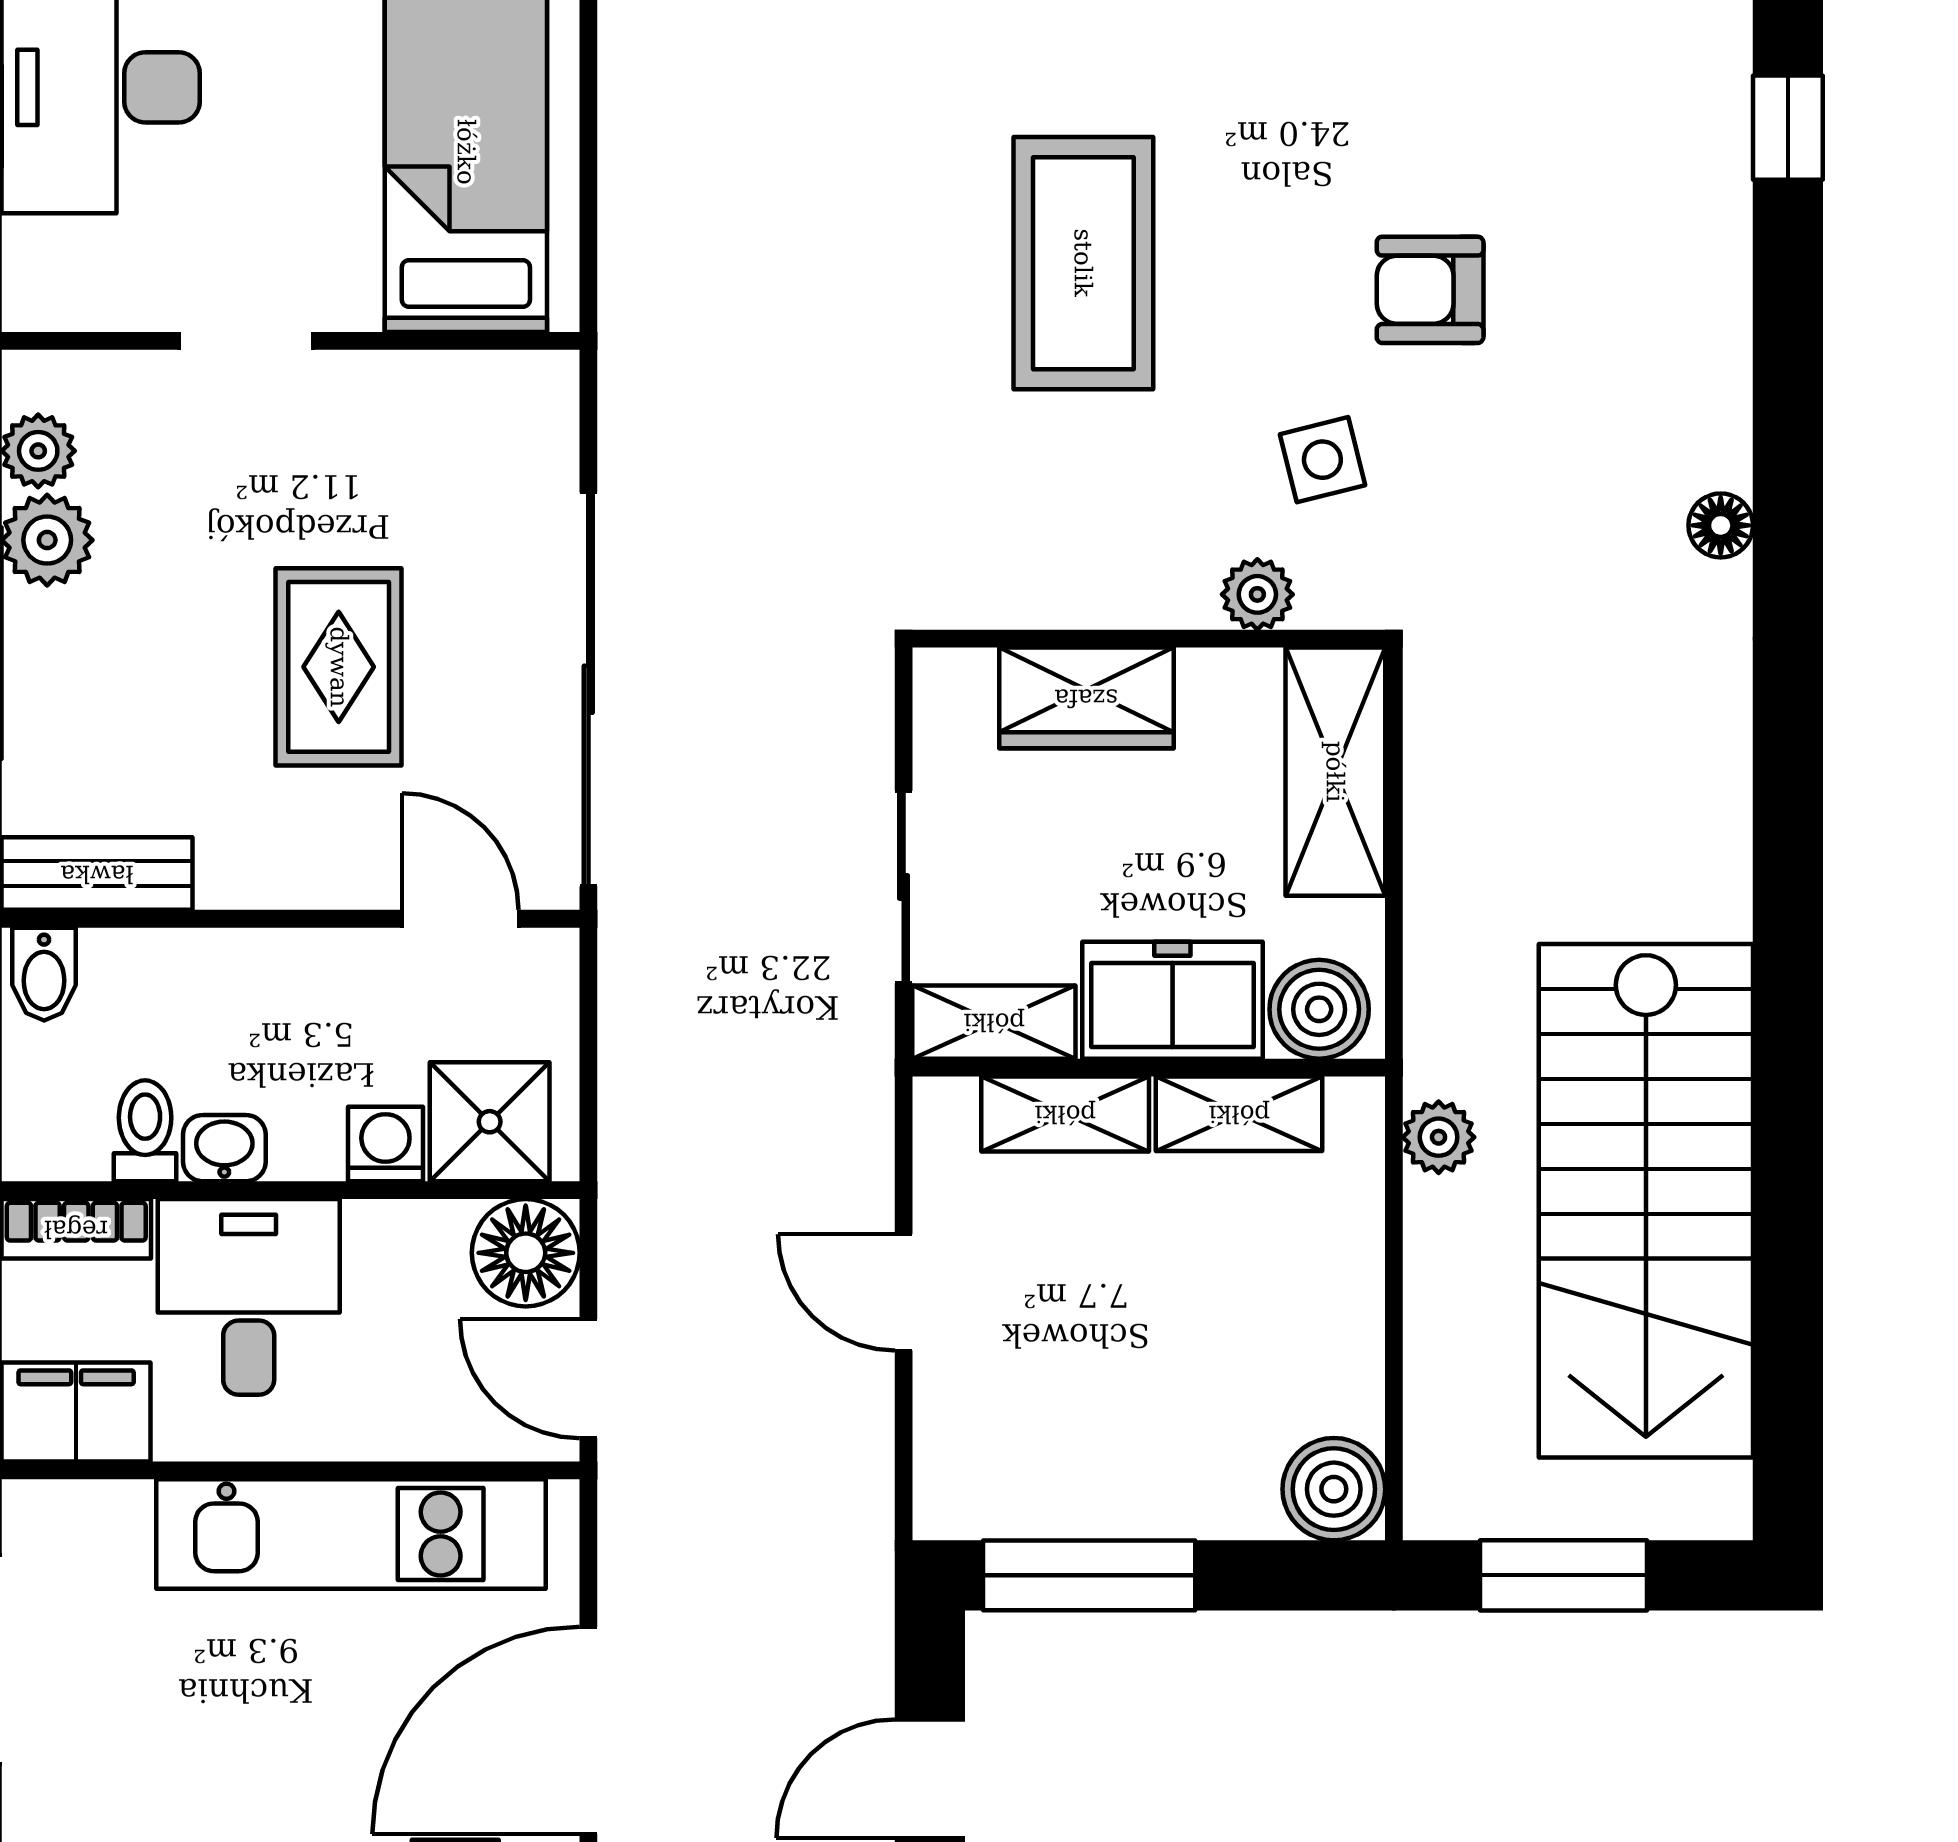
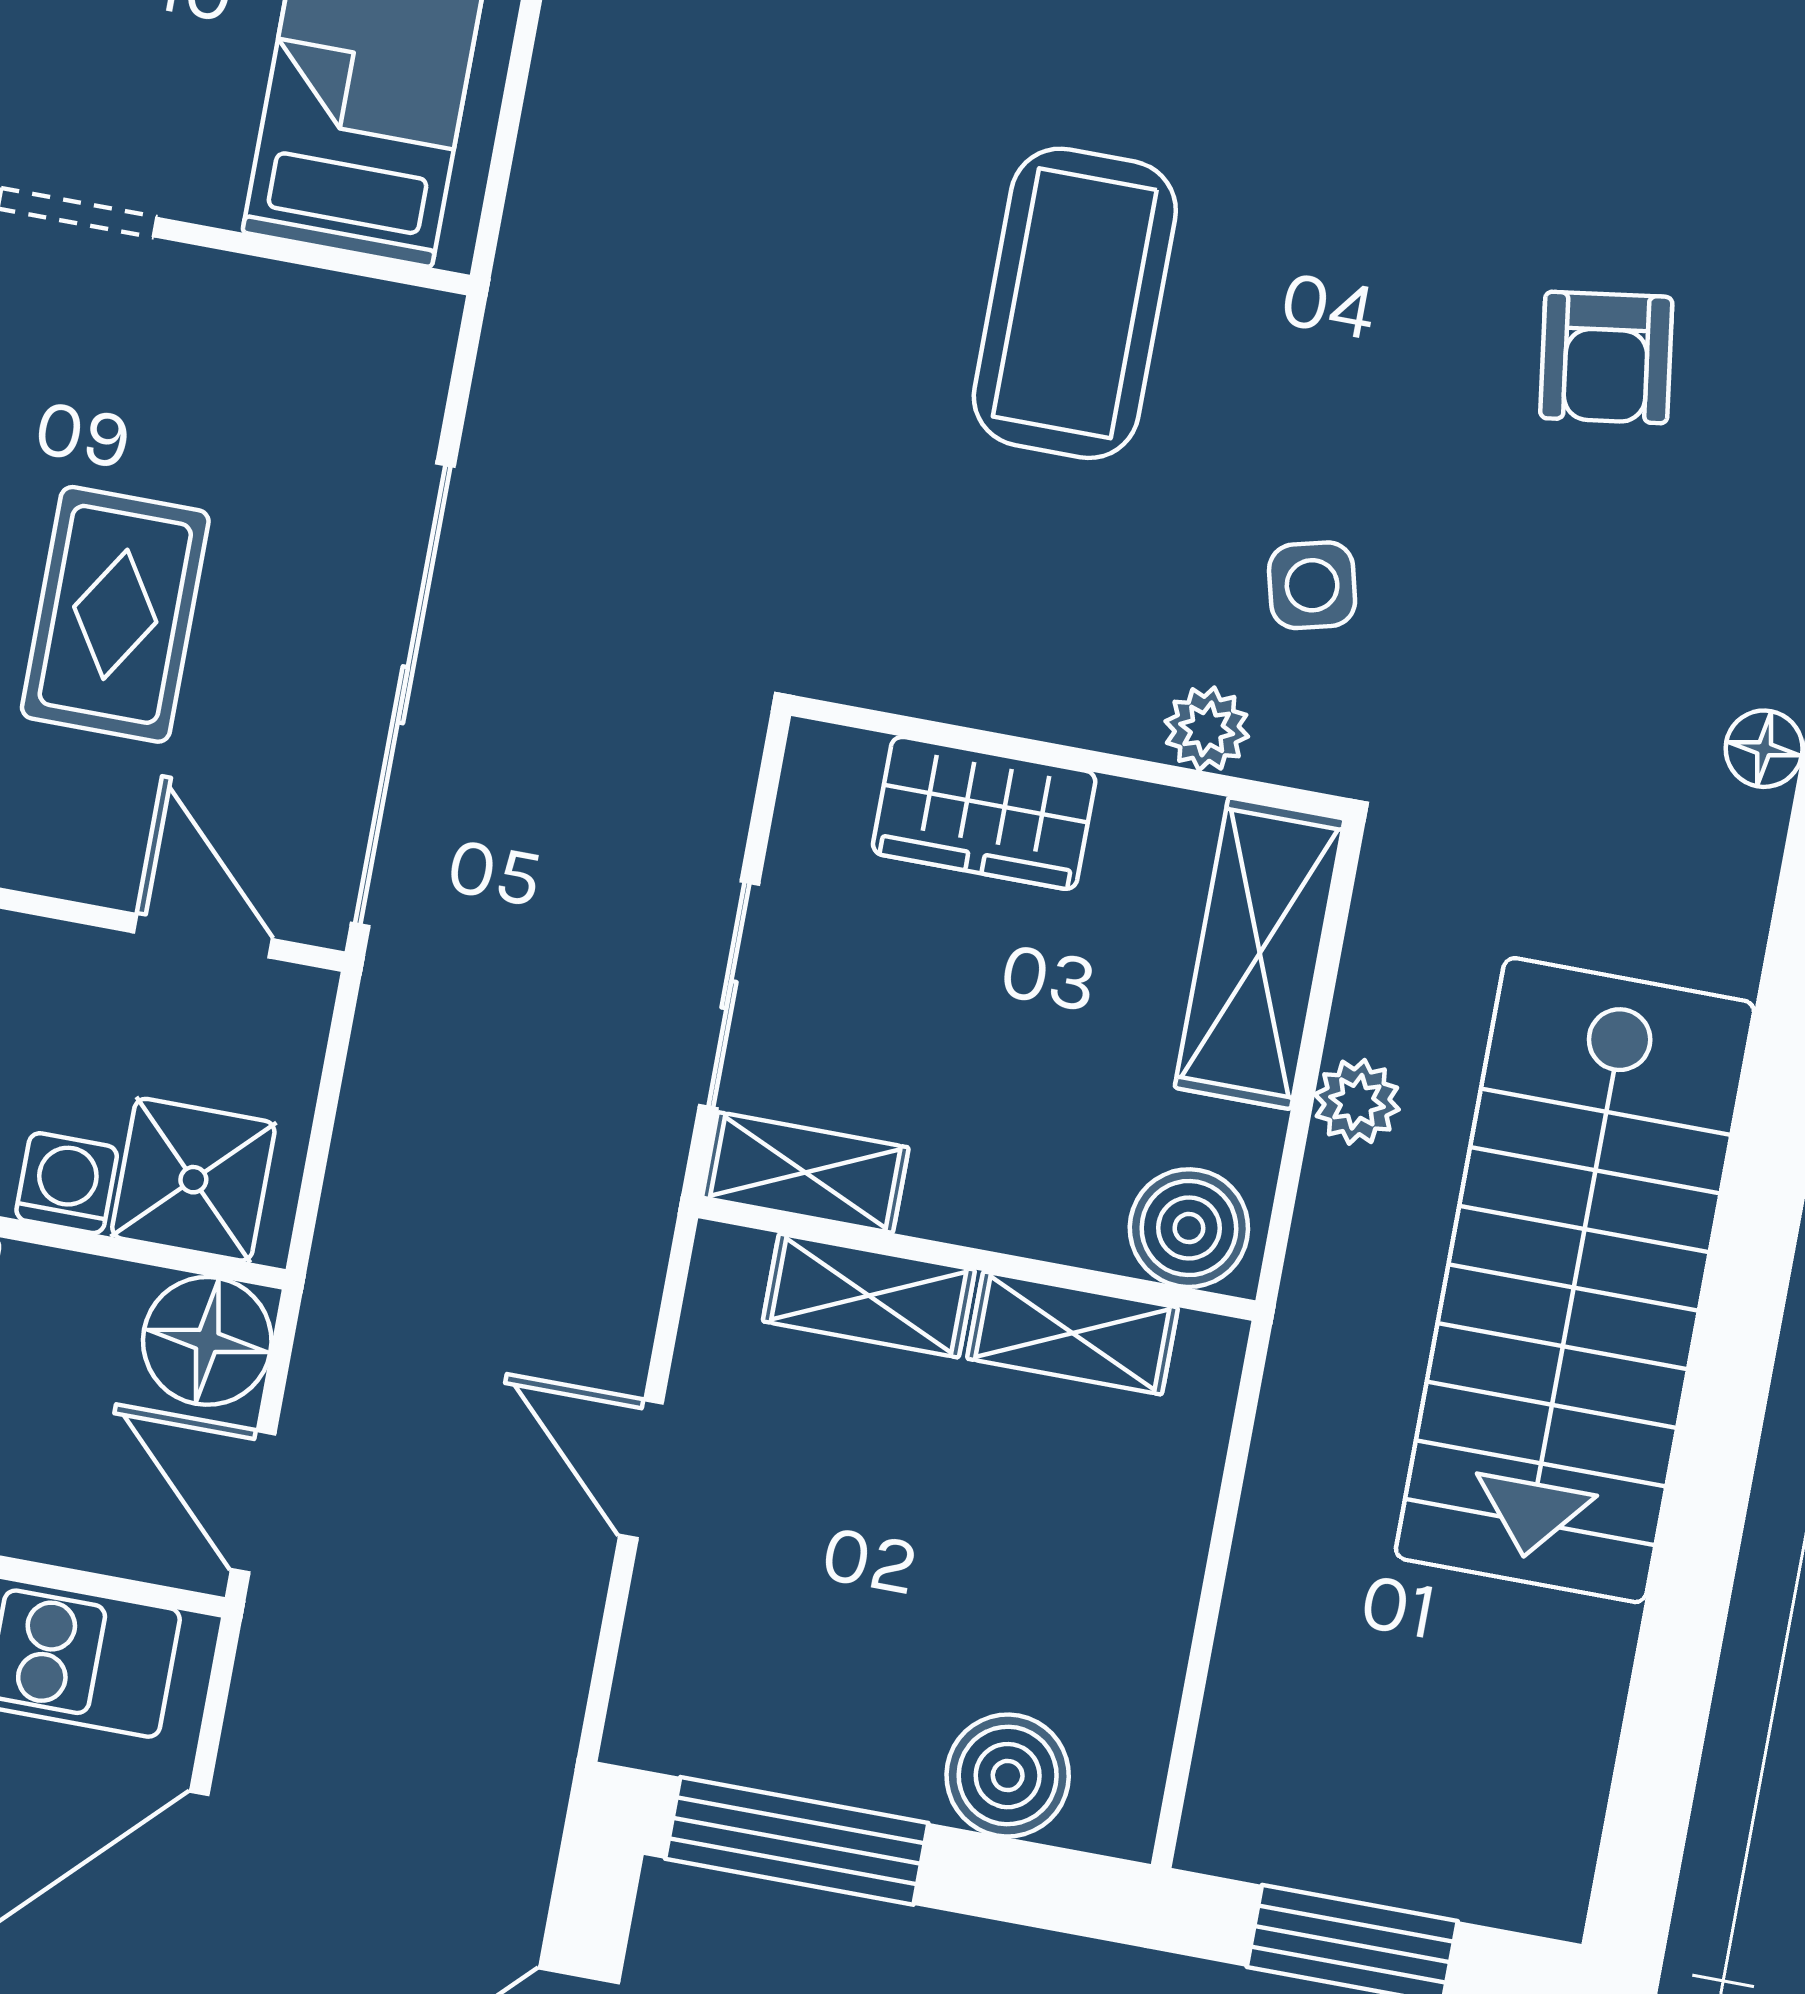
armchair: (1430, 290) -> (1606, 358), moved, turned -98
freezer: (1172, 1000) -> (1019, 1186), removed
plant: (1439, 1137) -> (1357, 1102), moved
stairs: (1646, 1201) -> (1575, 1280), moved
boiler: (1334, 1489) -> (1008, 1776), moved

